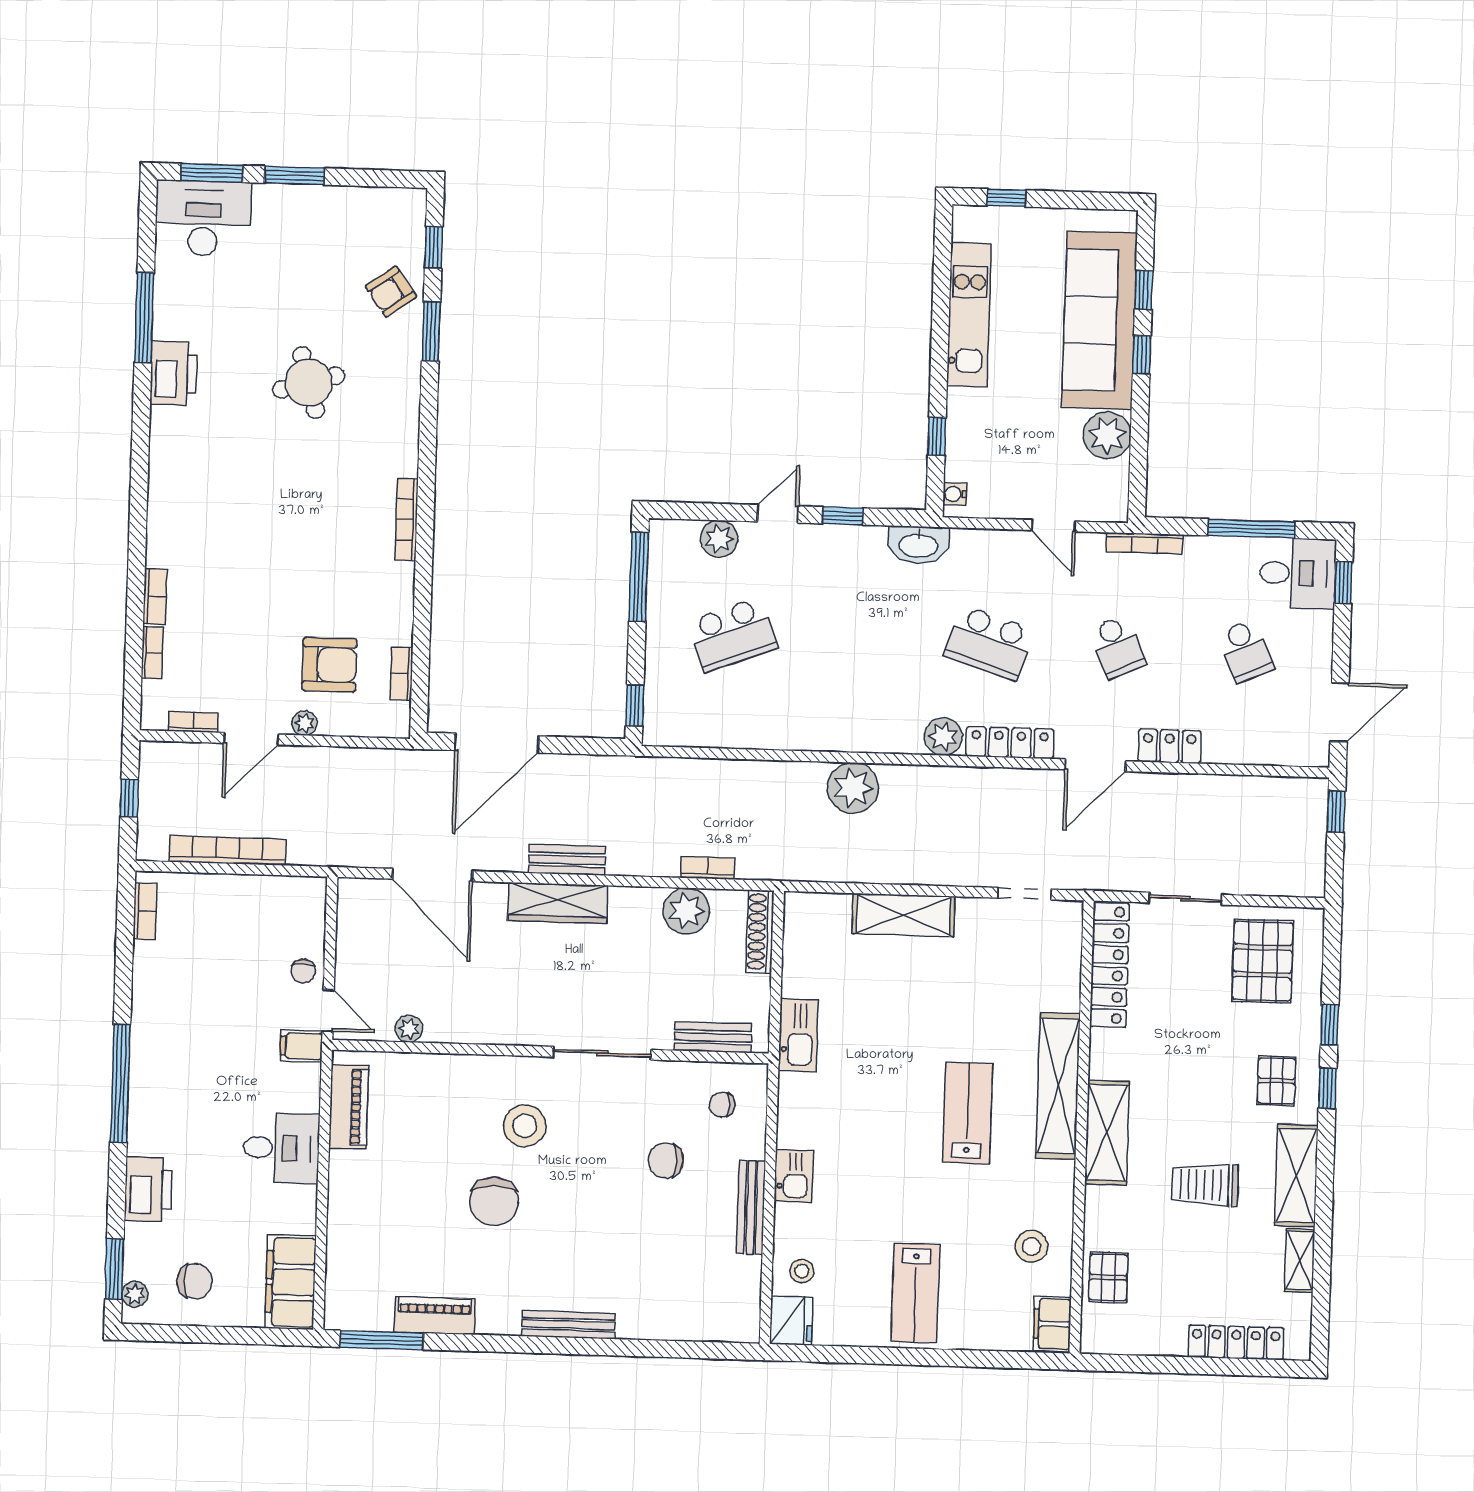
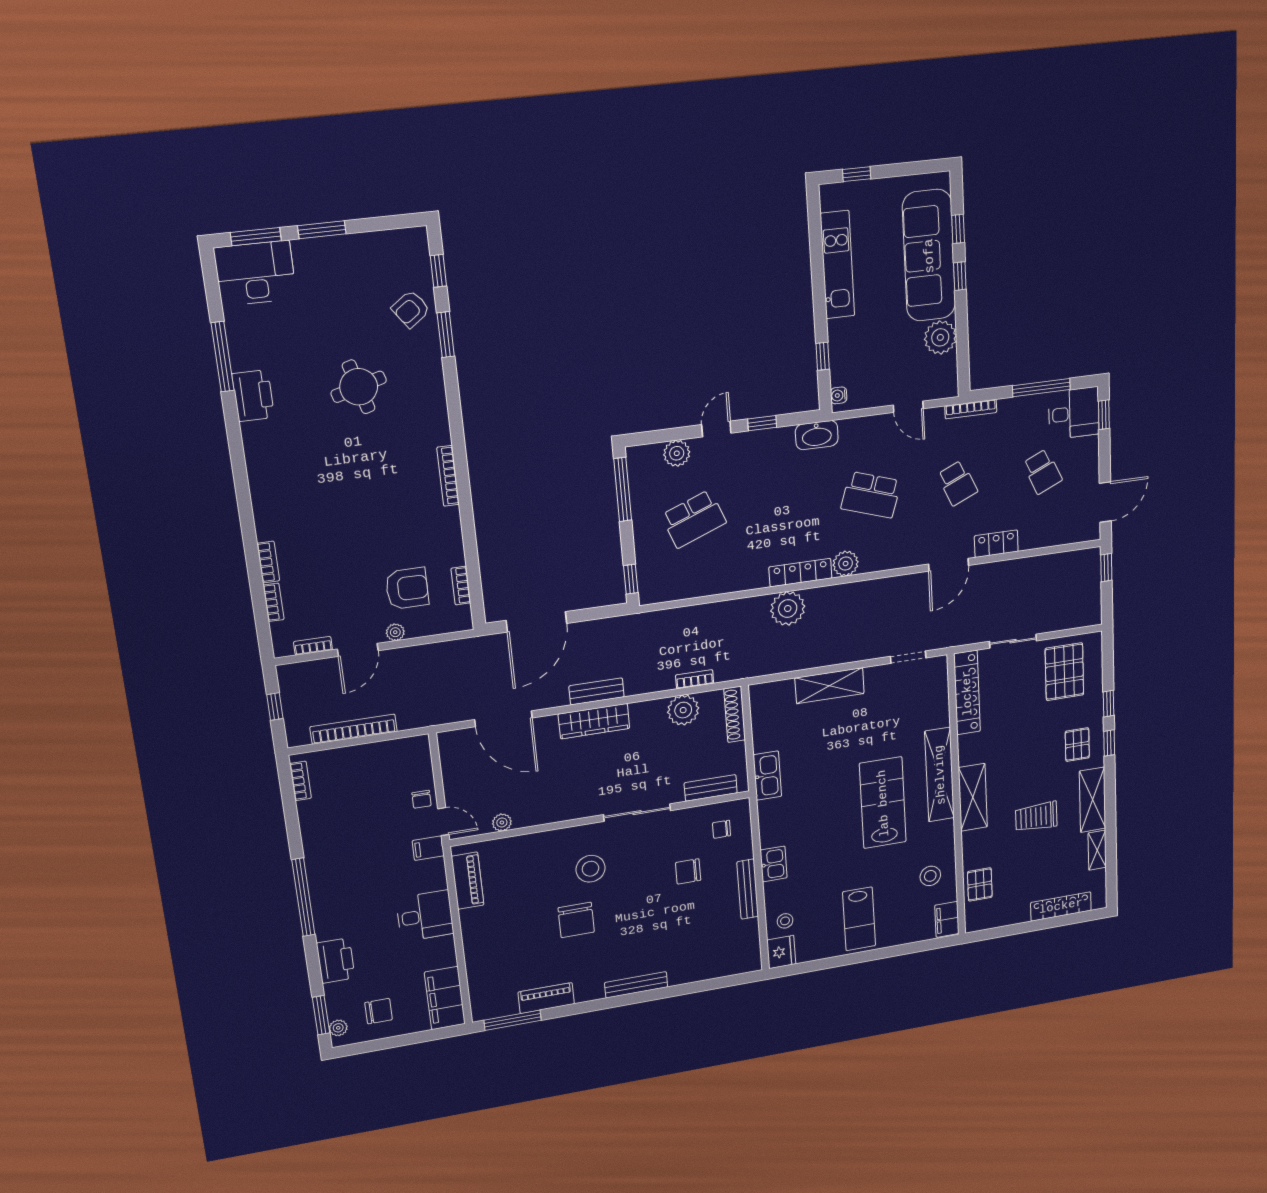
locker: (1010, 743) -> (800, 573), moved
lab bench: (968, 1113) -> (883, 803), width x1.36, depth x1.39

